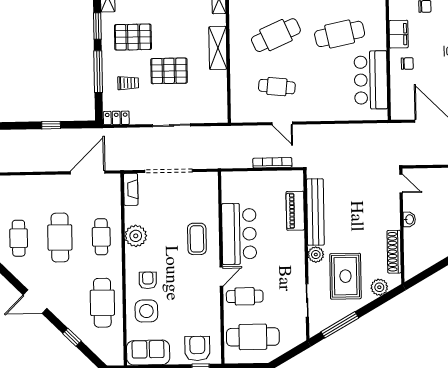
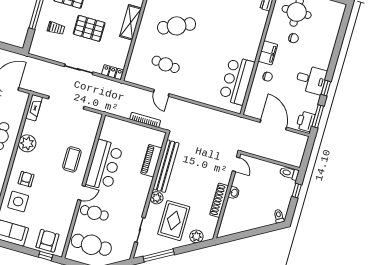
cafe table: (340, 34) -> (224, 39), removed
locker: (116, 118) -> (112, 72), moved
shoe rack: (394, 252) -> (219, 200), moved

